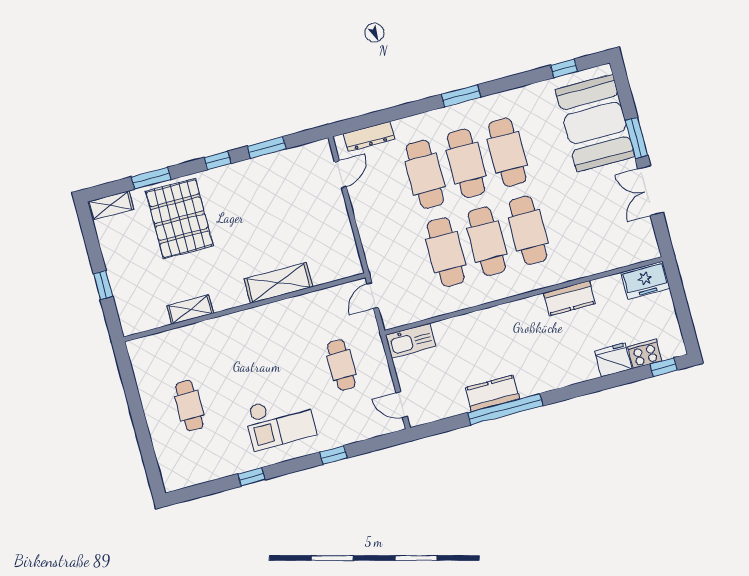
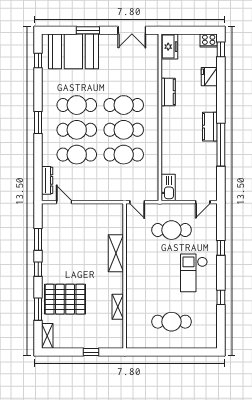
double door: (651, 191) -> (132, 30), moved
cooker: (645, 354) -> (209, 41), moved, turned -90
cafe table: (341, 365) -> (172, 230), width x1.37, depth x1.35
kitchen counter: (492, 393) -> (210, 127), moved
cafe table: (189, 406) -> (172, 322), width x1.37, depth x1.35
checkout: (280, 421) -> (194, 273), turned 180

